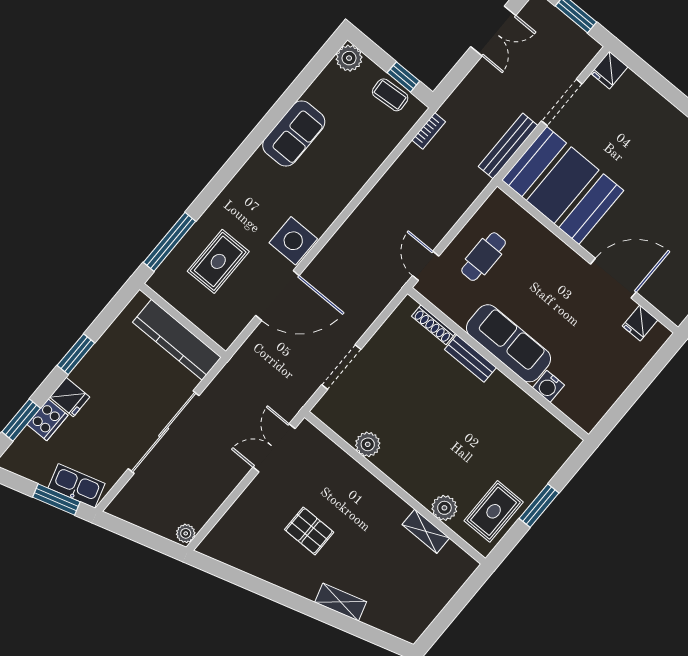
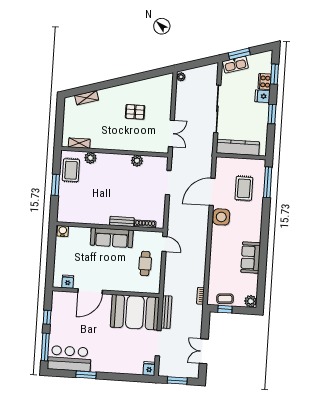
water cooler: (548, 386) -> (63, 231), moved
shelving: (426, 531) -> (79, 143), moved
shelving: (341, 602) -> (87, 98), moved

